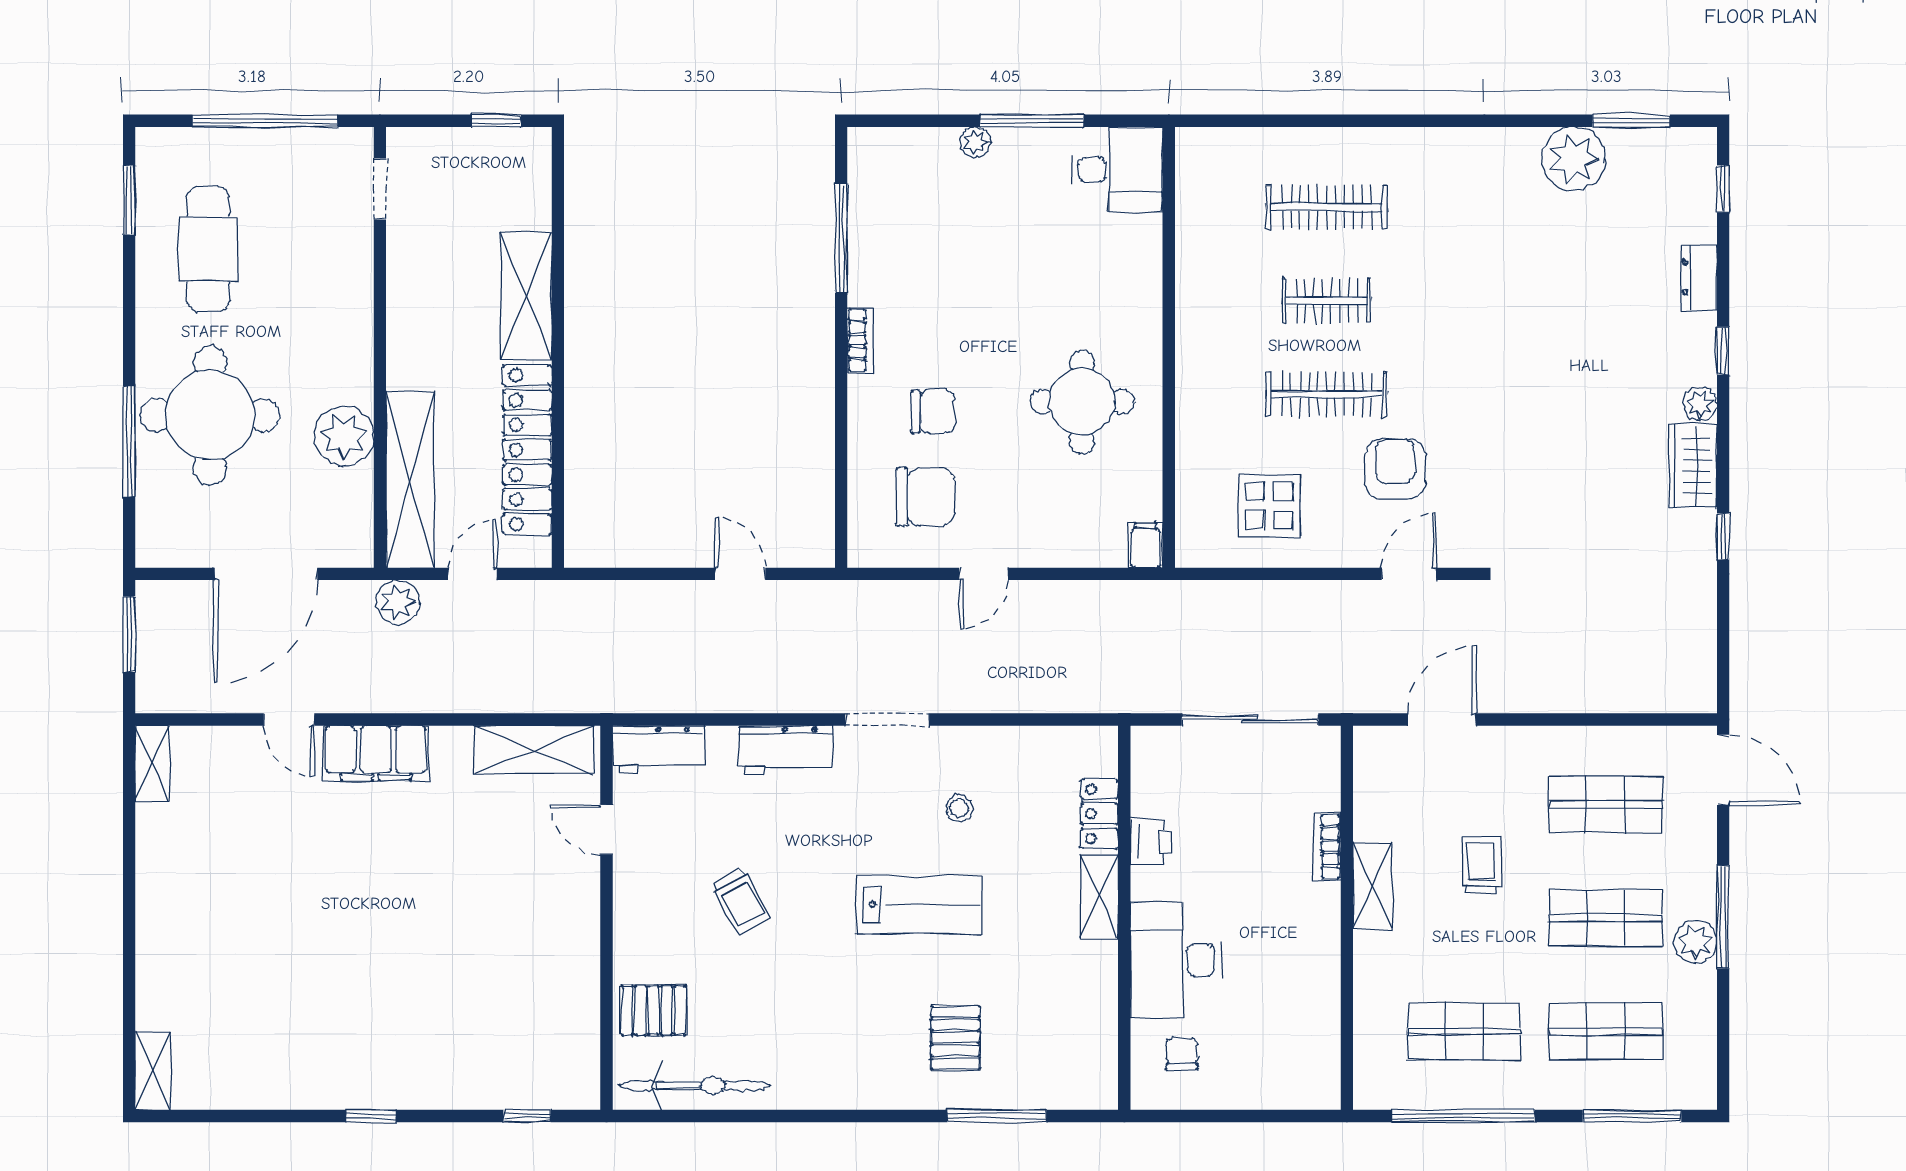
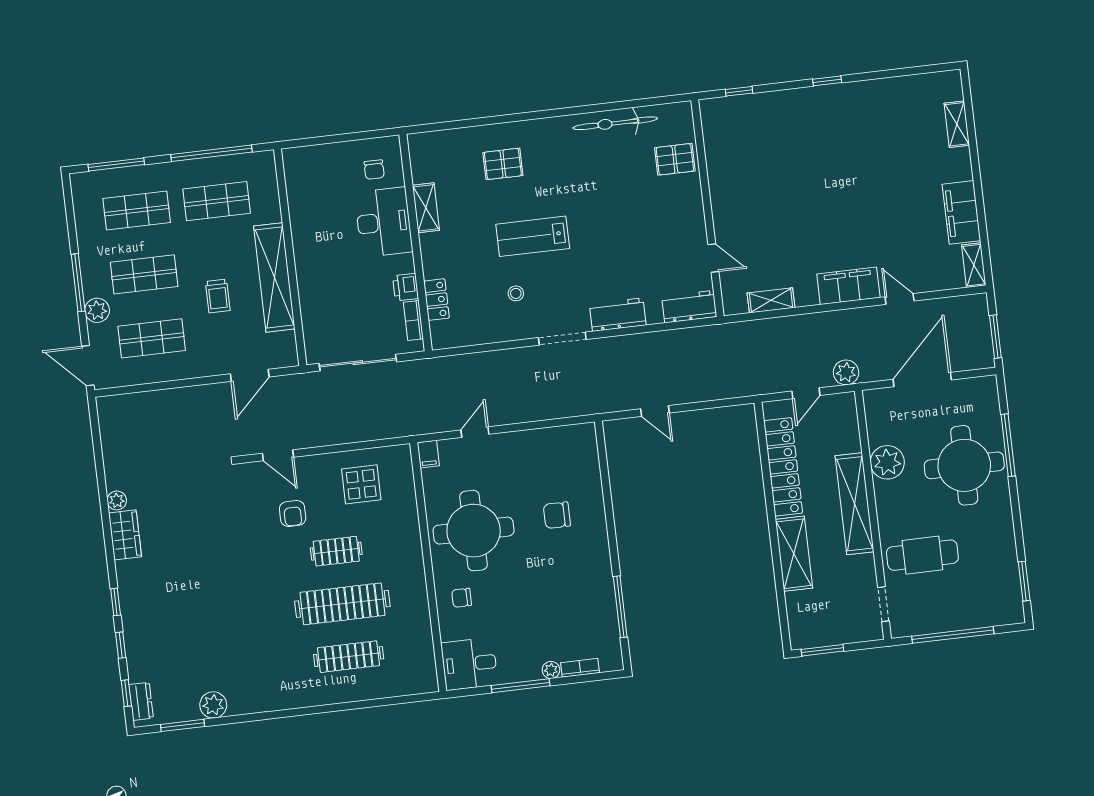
window: (496, 121) -> (822, 650), width x1.50
plant: (1573, 159) -> (213, 705), width x0.73, depth x0.73
cafe table: (208, 249) -> (922, 555), moved, turned 90
dresser: (1699, 277) -> (141, 701), moved
clothes rail: (1327, 301) -> (342, 604), width x1.86, depth x1.31
bookcase: (860, 340) -> (580, 668), moved, turned 90
clothes rail: (1327, 394) -> (336, 551), width x0.73
round table: (1082, 402) -> (474, 531), width x1.36, depth x1.36
plant: (1700, 404) -> (117, 500), moved
armchair: (1395, 469) -> (293, 514), width x0.72, depth x0.72
shelving: (410, 480) -> (854, 504), moved
chair: (925, 497) -> (462, 598), moved, width x0.54, depth x0.54
window: (1723, 536) -> (121, 645), moved
door: (984, 574) -> (475, 432), moved
door: (1409, 574) -> (278, 455), hinge flipped
shelving: (534, 750) -> (771, 300), width x0.67, depth x0.75
bookcase: (1327, 847) -> (413, 321), moved, turned 180
filing cabinet: (163, 858) -> (961, 212), added
shelving: (1372, 886) -> (274, 277), width x2.20, depth x1.33
shelving: (1099, 896) -> (426, 208), moved
trolley: (741, 901) -> (633, 227), removed
plant: (1695, 942) -> (97, 310), moved
pallet: (955, 1037) -> (503, 164), turned 90
shelving: (153, 1071) -> (957, 124), moved
bicycle: (695, 1086) -> (615, 123), moved
window: (997, 1116) -> (474, 122), removed

